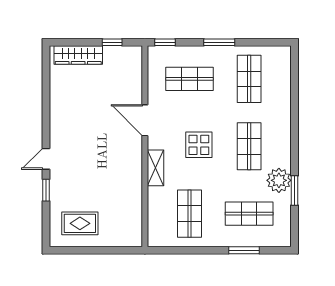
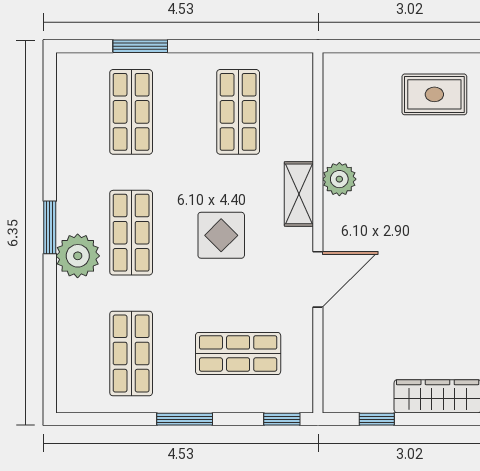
door: (145, 120) -> (318, 279), hinge flipped
plant: (133, 176) -> (339, 179), added
plant: (279, 180) -> (78, 256), moved
window: (295, 191) -> (50, 227), moved
shop shelf: (249, 214) -> (131, 112), turned 90

